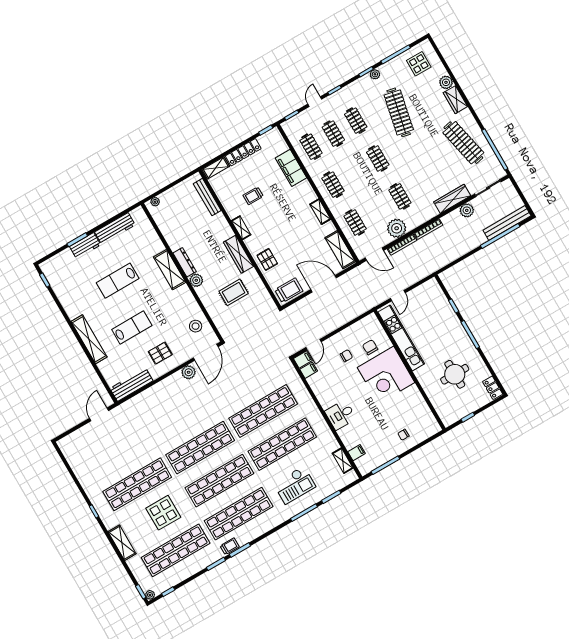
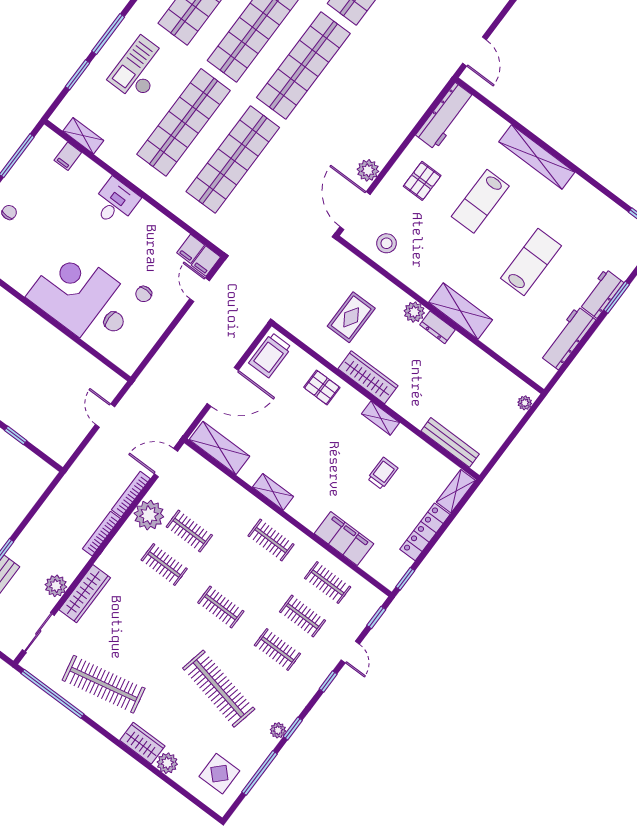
clothes rail: (355, 222) -> (189, 531), moved
dresser: (185, 262) -> (437, 327), width x0.70
kitchen unit: (401, 338) -> (73, 355), removed

